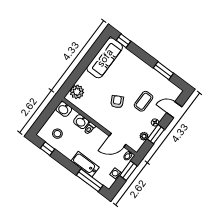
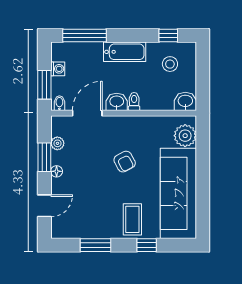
window: (123, 41) -> (147, 245), moved
sofa: (105, 58) -> (178, 193), width x1.36, depth x1.27
coffee table: (144, 101) -> (132, 219), moved
washbasin: (81, 122) -> (117, 102), moved
bathtub: (85, 164) -> (125, 52), moved

